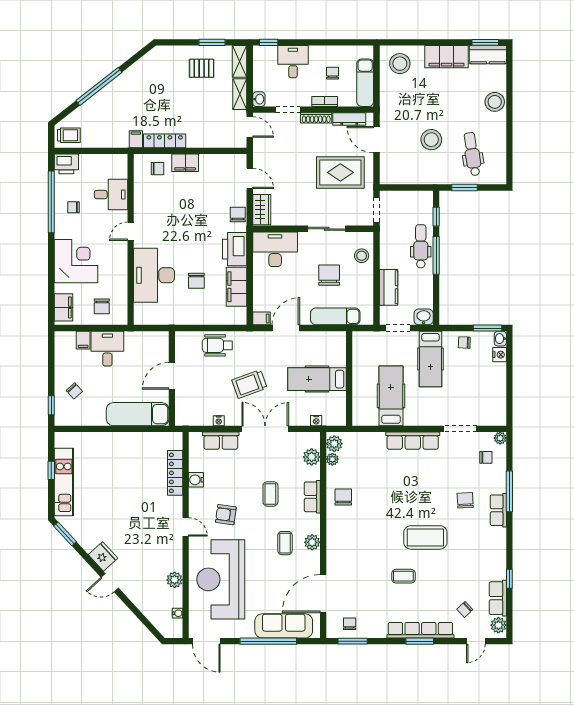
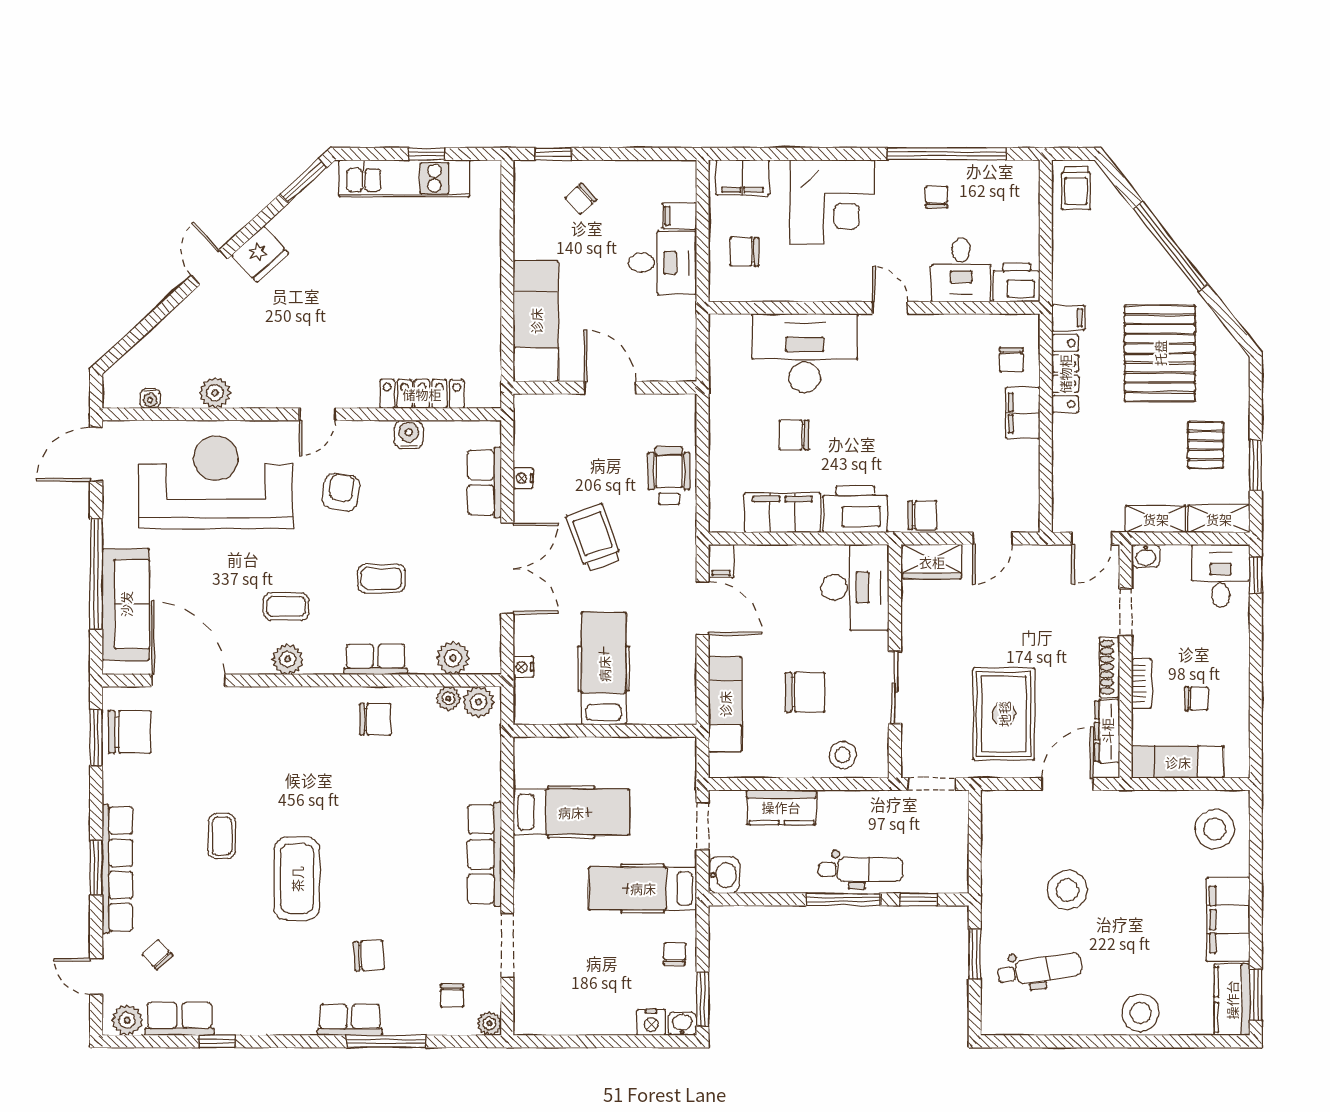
desk: (293, 62) -> (1221, 576), moved, turned -90
pallet: (154, 92) -> (1160, 353), added
printer: (66, 164) -> (1016, 283), moved, turned 90
chair: (350, 624) -> (130, 732), width x1.87, depth x1.87

